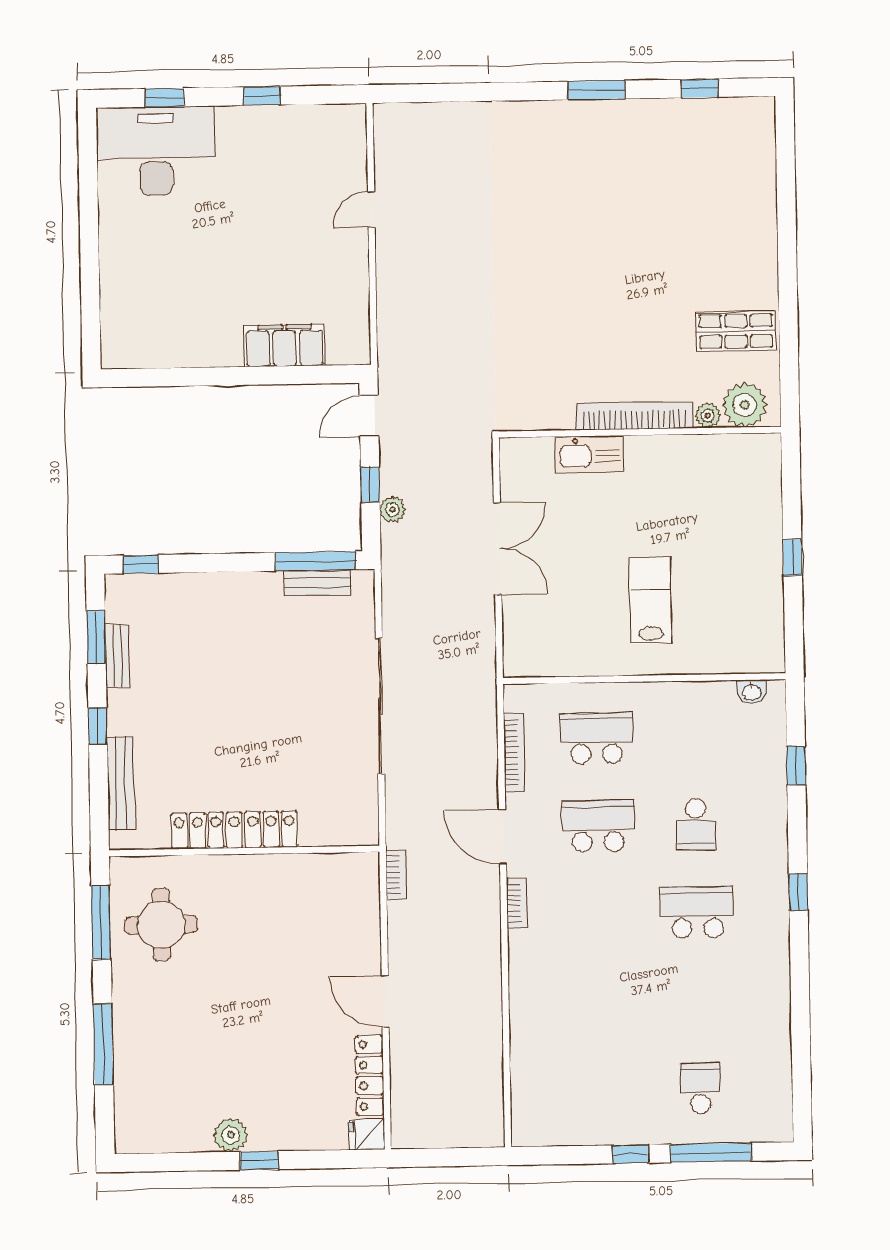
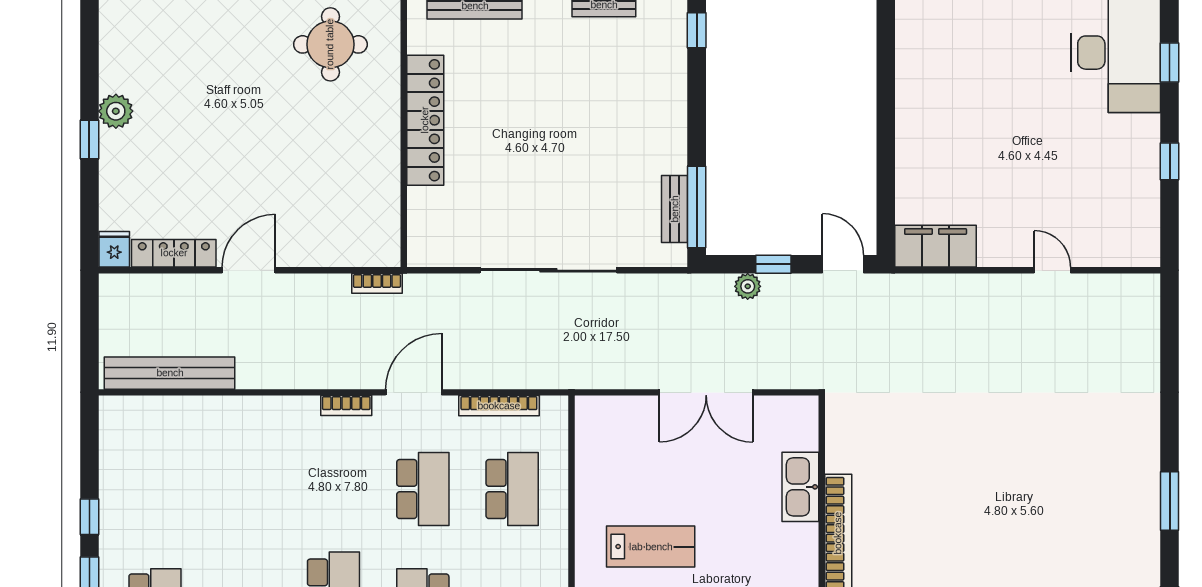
filing cabinet: (285, 345) -> (936, 246), moved, turned -90
bench: (488, 1078) -> (170, 373), added

